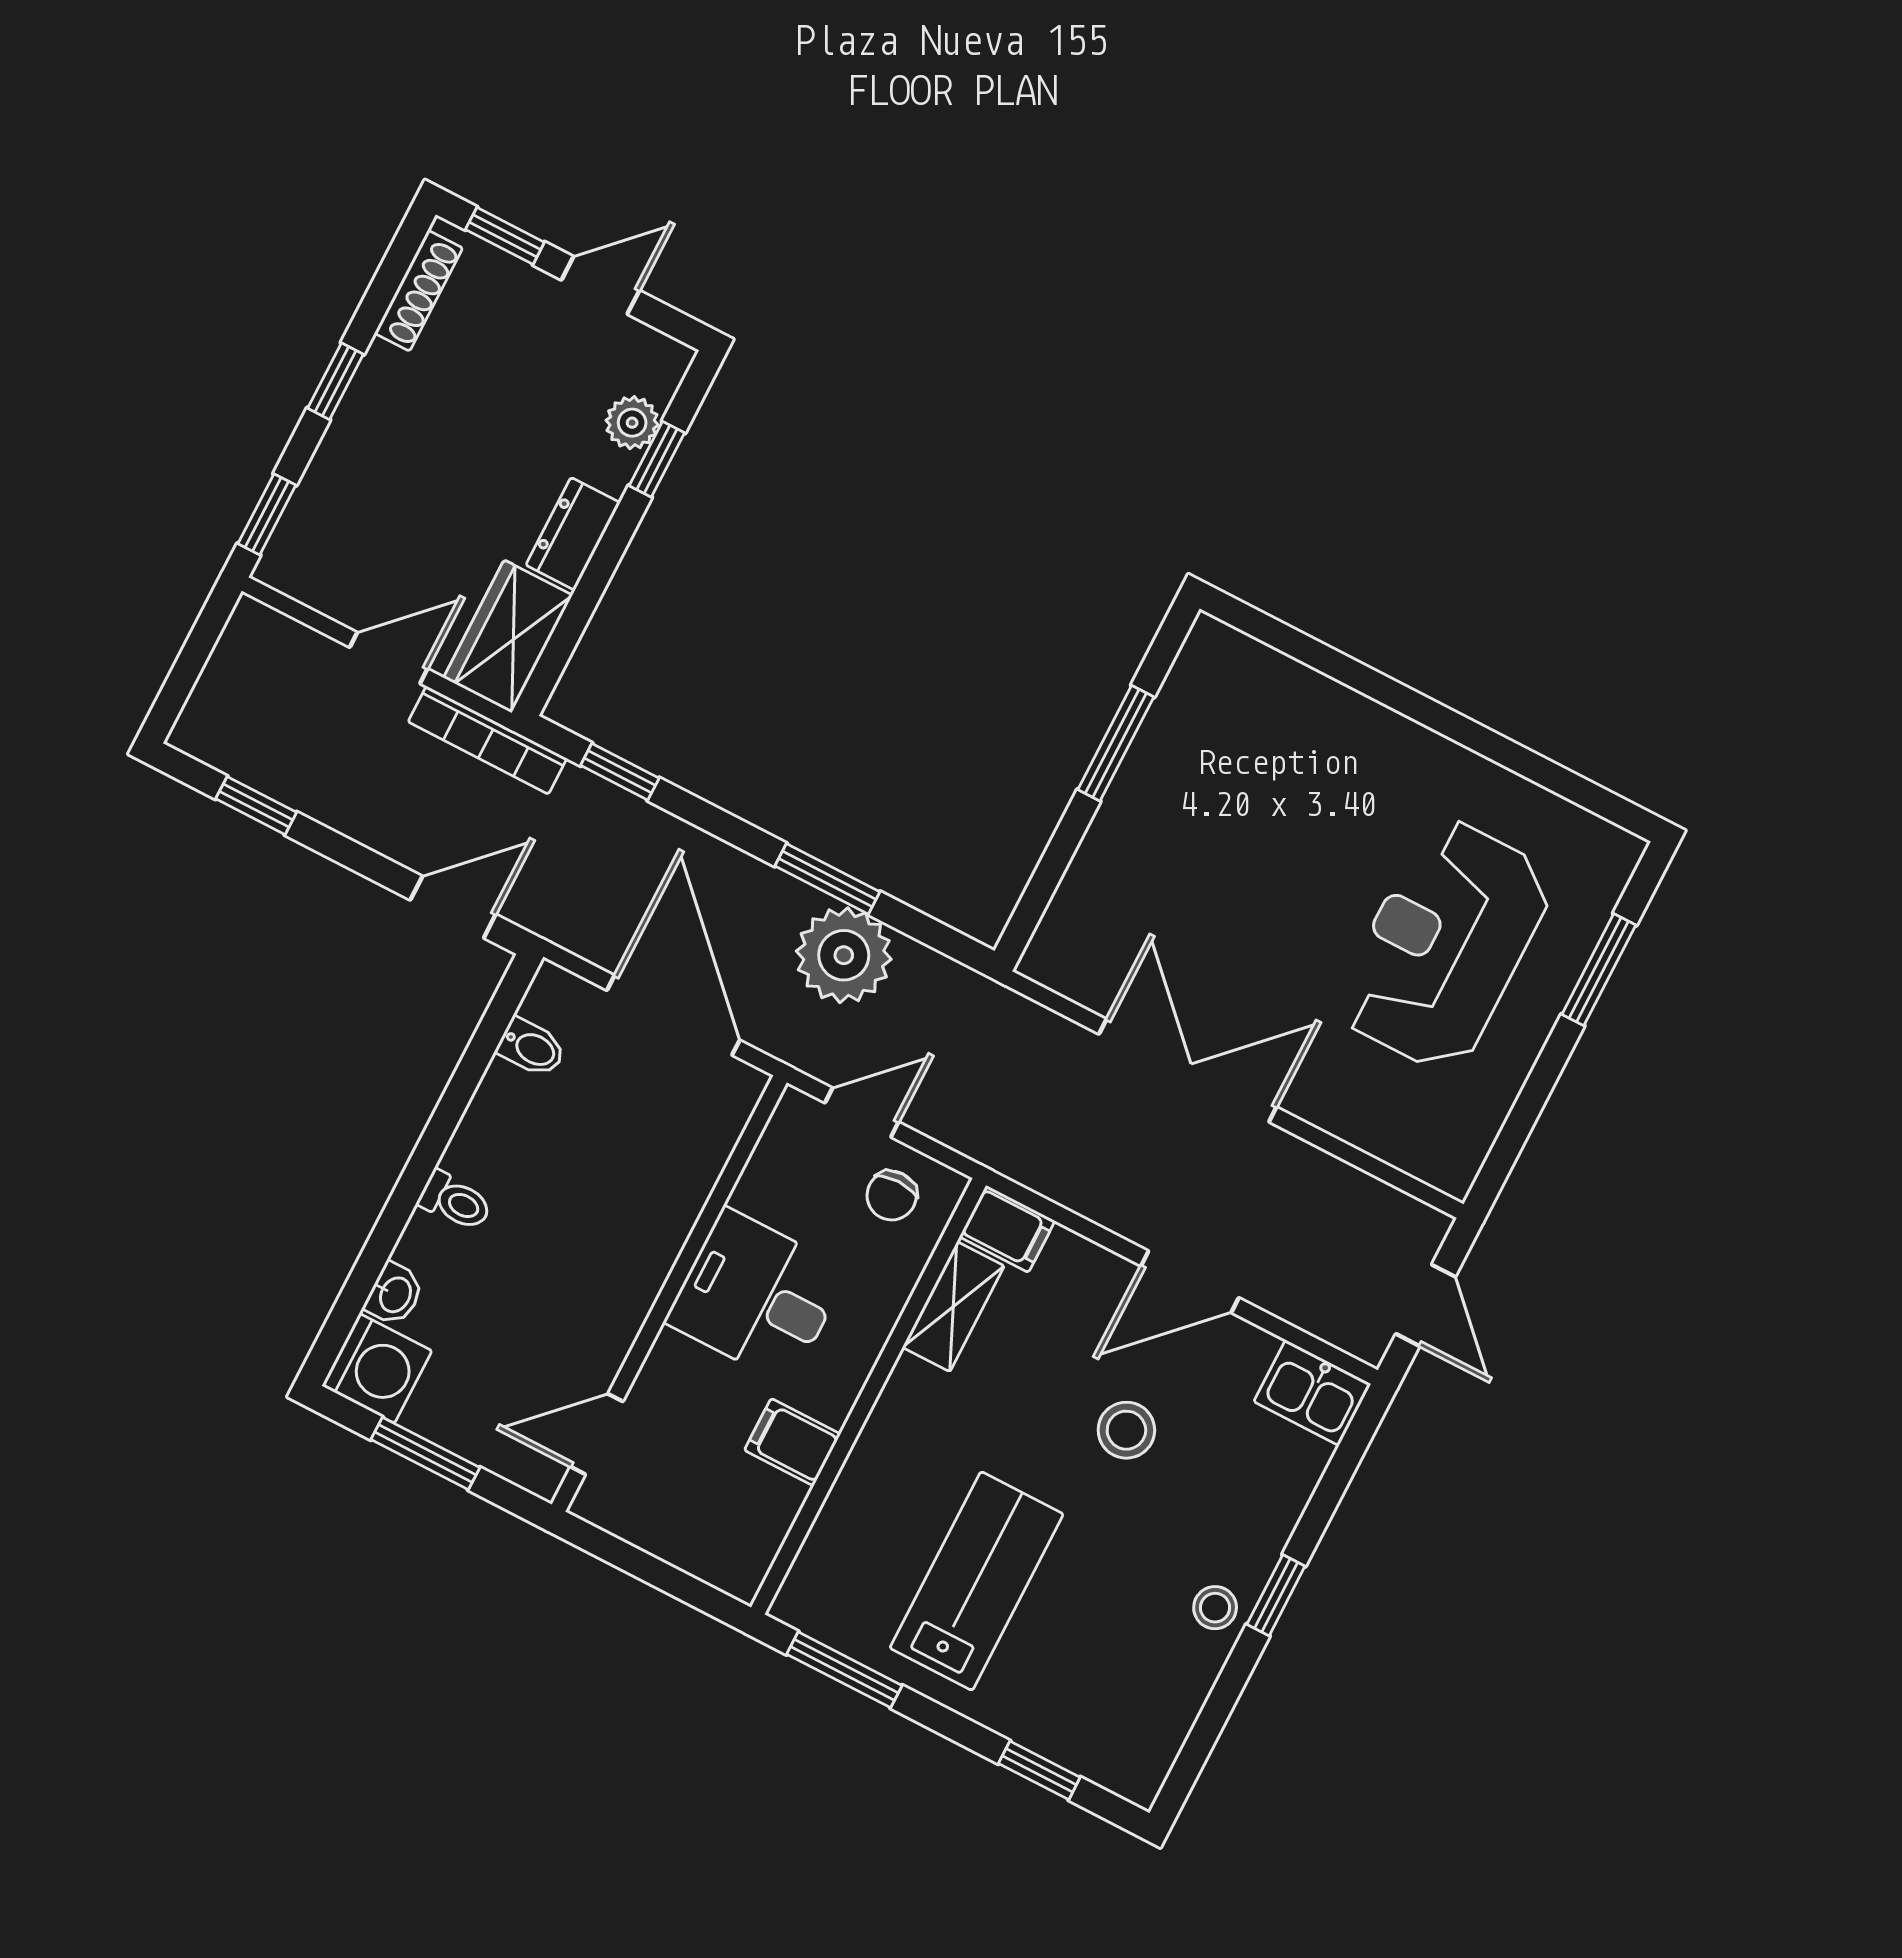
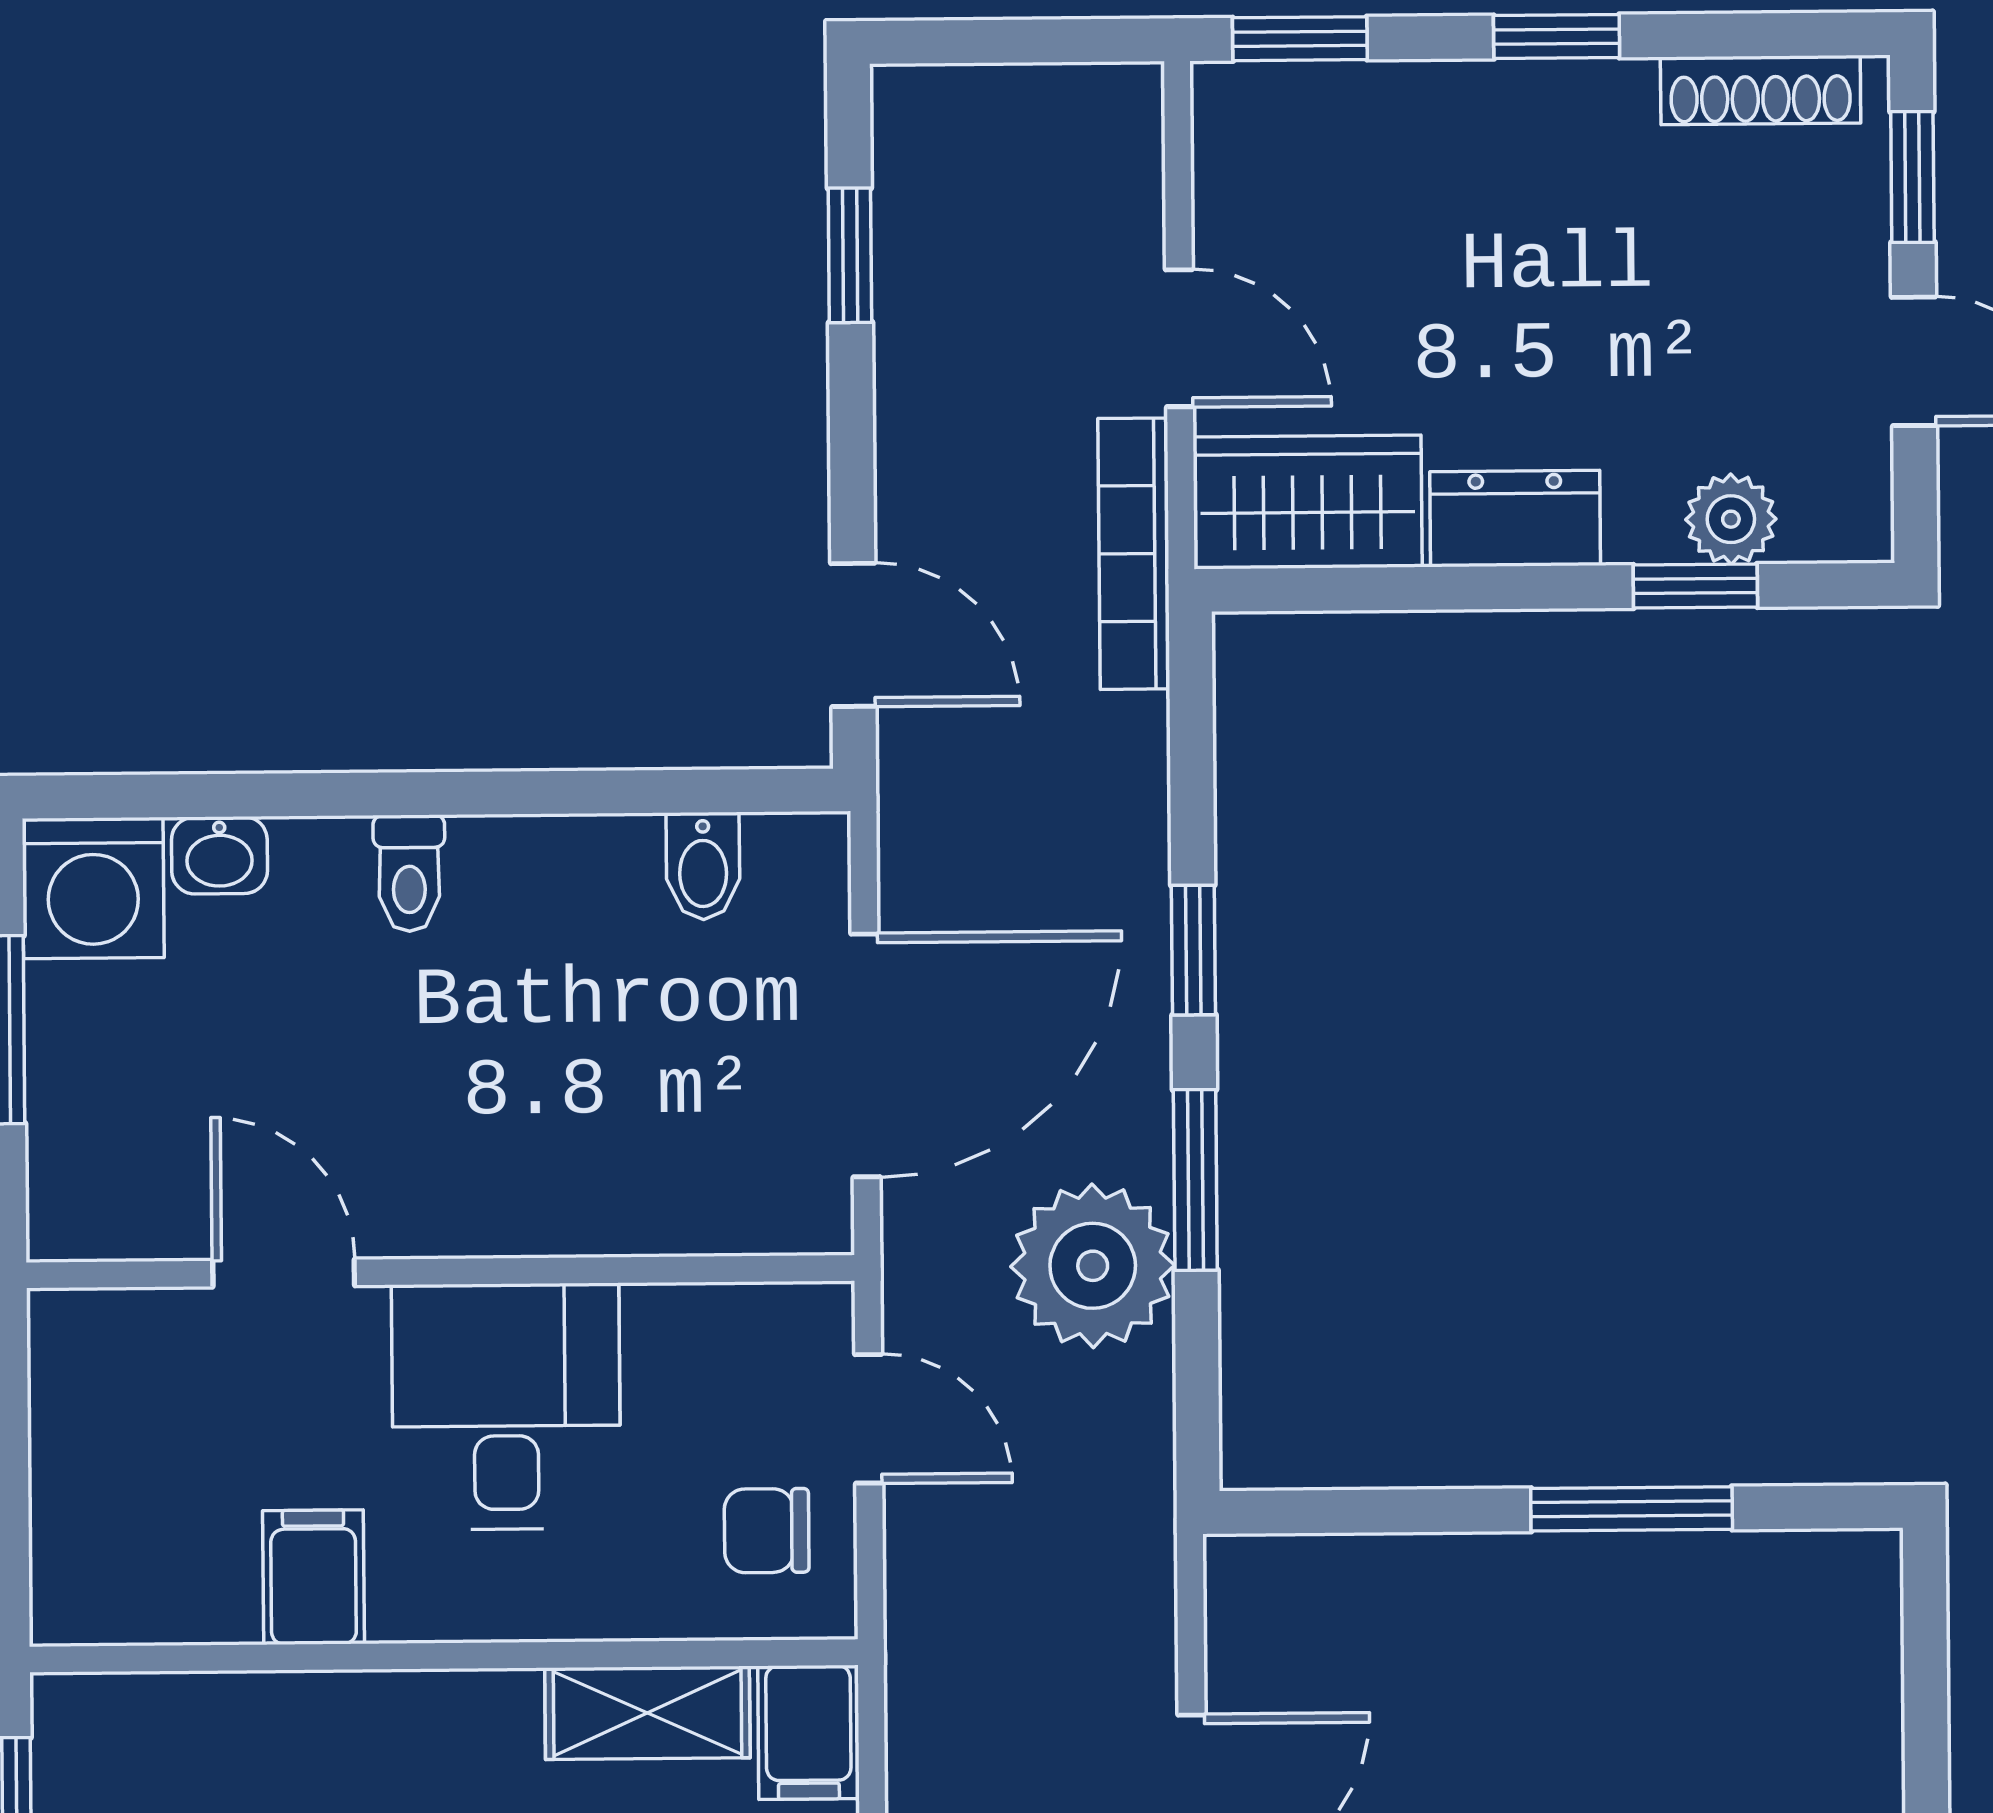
window: (620, 772) -> (1193, 950), moved
door: (597, 1434) -> (284, 1273), moved

